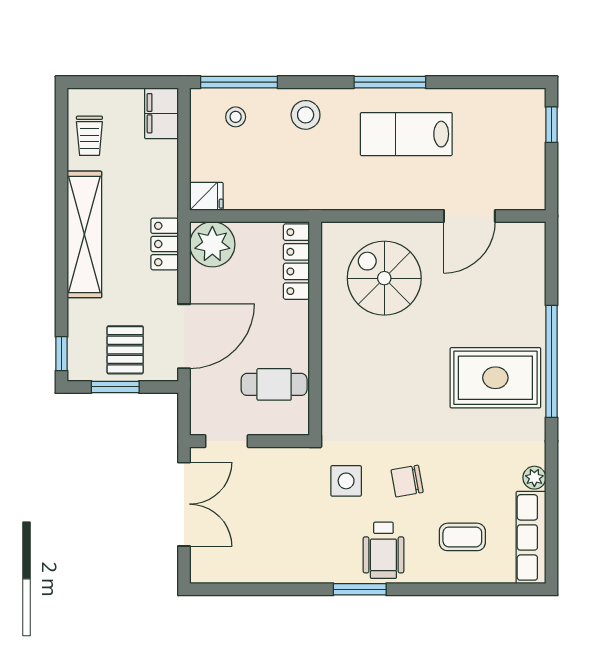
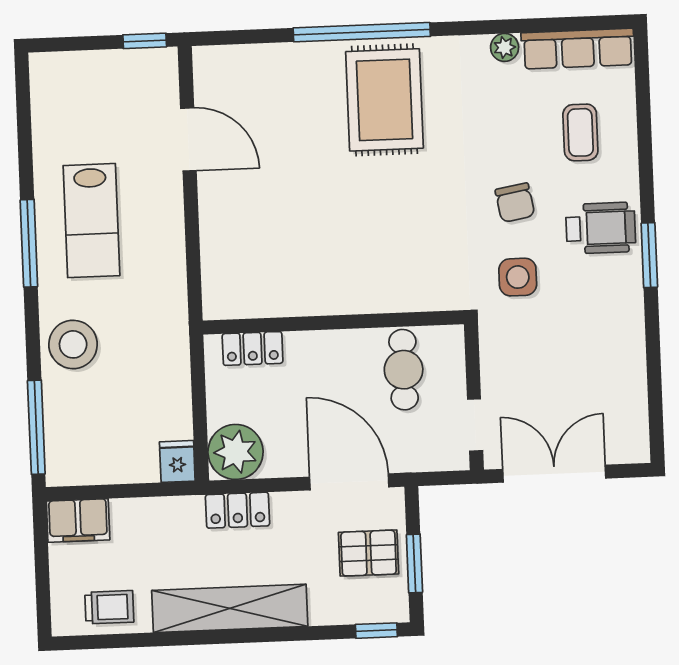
stool: (306, 115) -> (73, 344), width x1.38, depth x1.38
stool: (236, 117) -> (79, 430), removed
window: (552, 125) -> (145, 41), moved
locker: (296, 262) -> (253, 348), width x0.66
spiral stairs: (384, 278) -> (268, 240), removed

